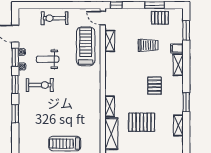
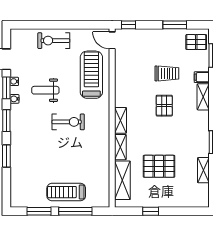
pallet: (160, 18) -> (196, 42), moved
shelving: (110, 41) -> (120, 120), moved
exercise bike: (40, 85) -> (68, 122), moved
pallet: (155, 86) -> (164, 106), moved

